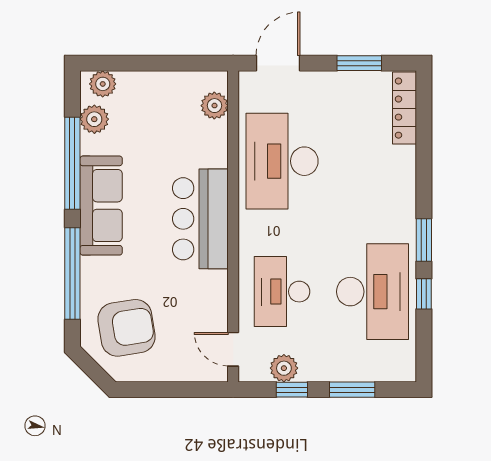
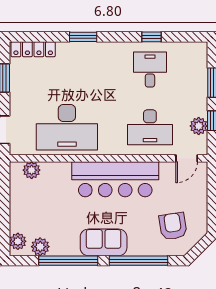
sofa: (101, 206) -> (104, 242), width x0.73
bar counter: (200, 219) -> (115, 179), width x1.36
window: (424, 240) -> (83, 37), moved
desk: (373, 292) -> (150, 70), width x0.53, depth x0.77
armchair: (127, 328) -> (173, 226), width x0.73, depth x0.73

